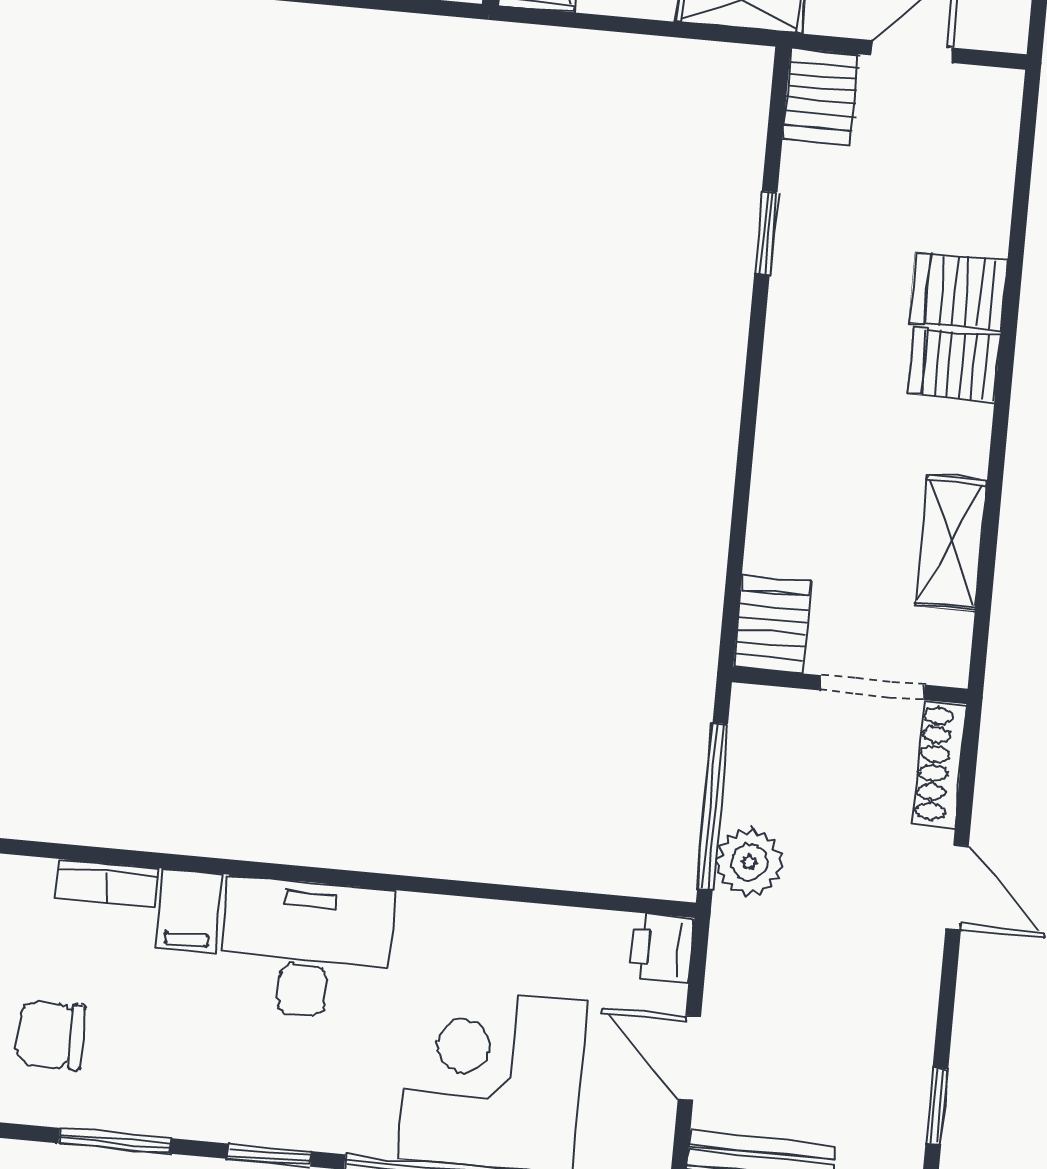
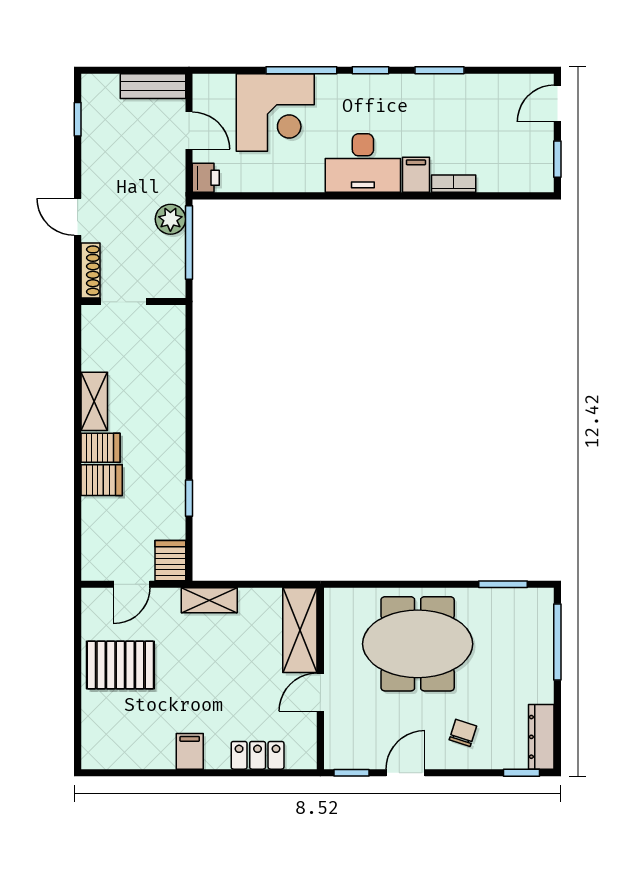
shelving: (952, 543) -> (94, 401), moved
server rack: (772, 624) -> (170, 325), removed
chair: (51, 1035) -> (472, 114), removed

